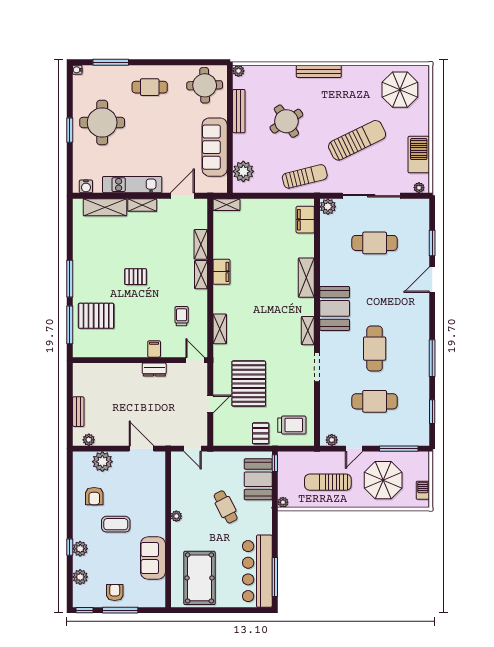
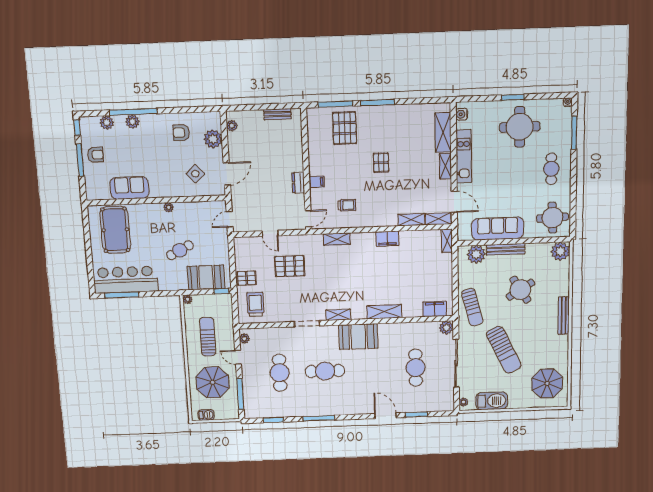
plant: (238, 71) -> (560, 251), width x1.88, depth x1.88
bench: (239, 111) -> (506, 249), moved
shelving: (201, 275) -> (438, 219), moved
pallet: (249, 384) -> (290, 266), width x0.73, depth x0.71
bench: (78, 412) -> (277, 114), moved
trolley: (292, 425) -> (255, 304), turned 180
side table: (140, 484) -> (195, 174), added
coffee table: (116, 524) -> (157, 153), removed
window: (70, 547) -> (133, 112), width x3.17
pool table: (199, 578) -> (115, 230), turned 90

